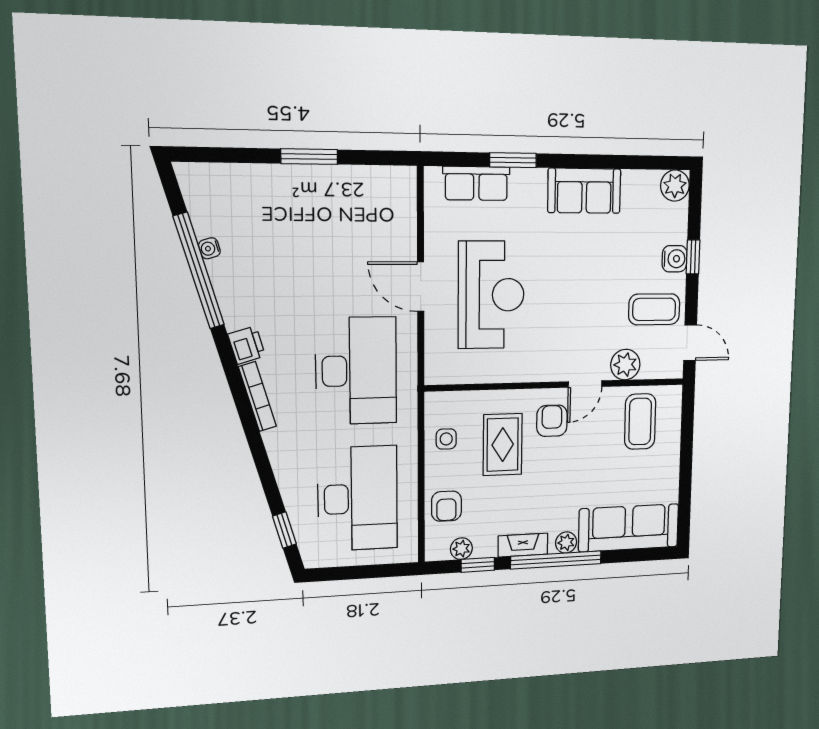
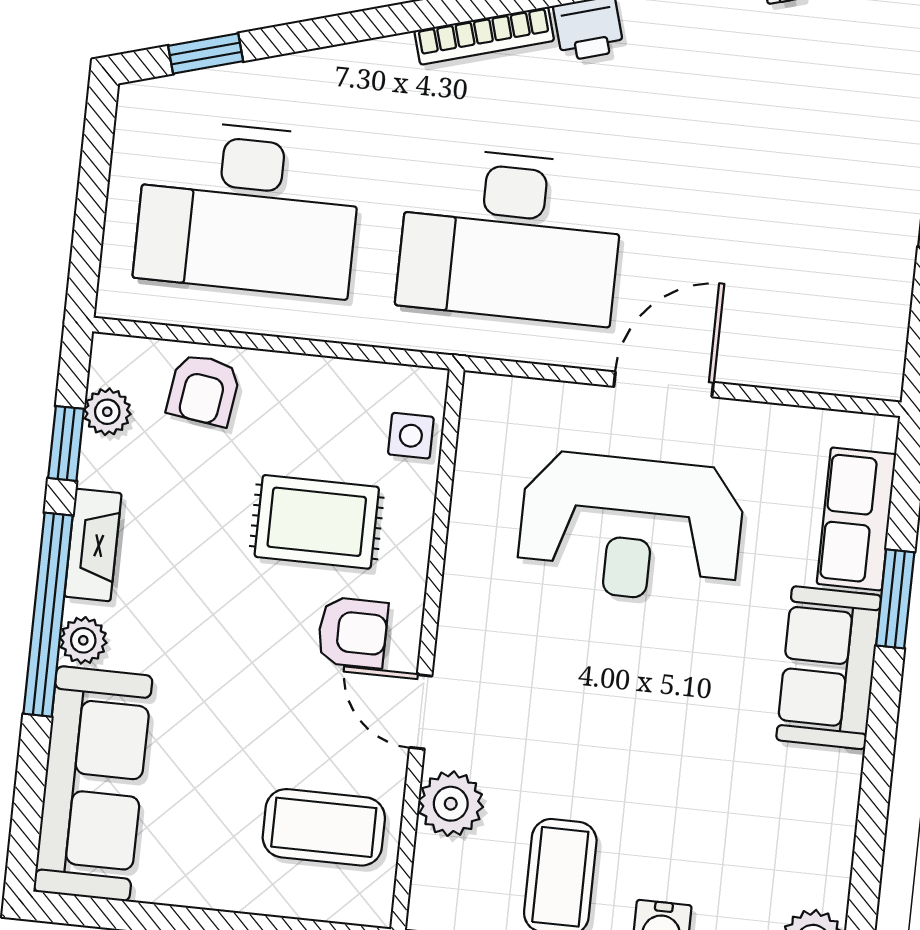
sofa: (584, 191) -> (829, 668), moved
side table: (446, 439) -> (411, 436), moved
armchair: (446, 506) -> (204, 390), turned -82

